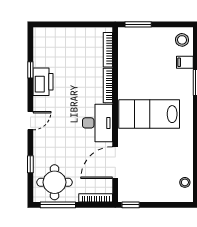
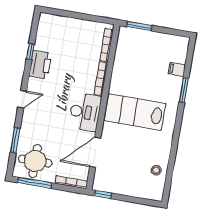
stool: (182, 40) -> (178, 48), removed
window: (30, 164) -> (15, 140), width x1.50
stool: (185, 182) -> (156, 170), moved

